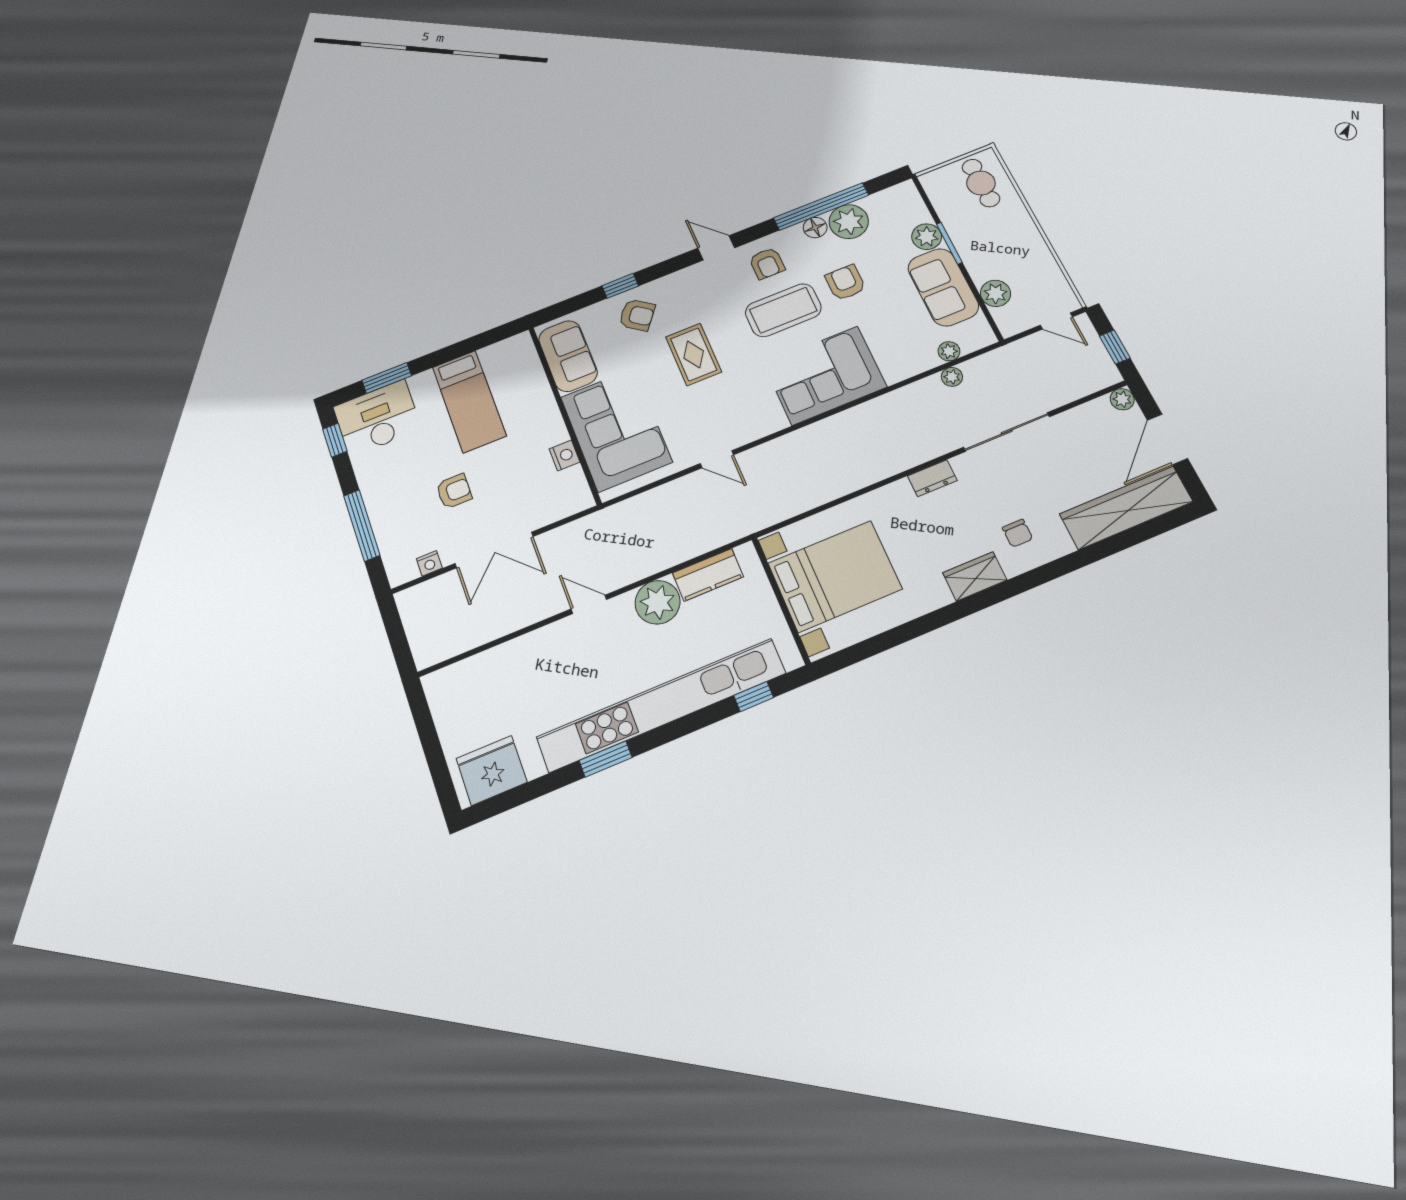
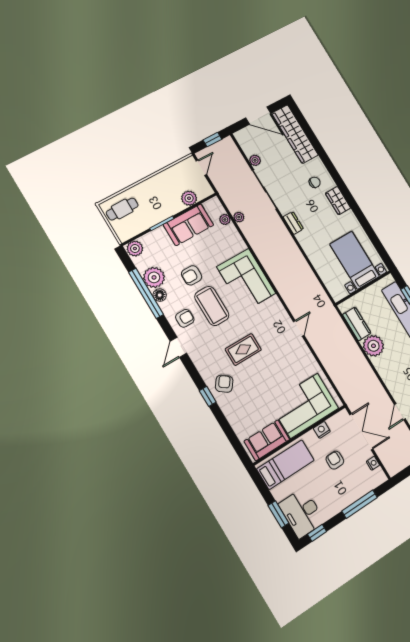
plant: (927, 237) -> (135, 249), moved
sofa: (568, 356) -> (267, 440), moved
plant: (1122, 399) -> (255, 160), moved
wall: (564, 414) -> (300, 435), moved
corner sofa: (616, 430) -> (304, 406), moved
nightstand: (565, 455) -> (322, 430), moved
bed with nightstands: (835, 576) -> (355, 260), width x0.73
door: (589, 604) -> (400, 412), moved

